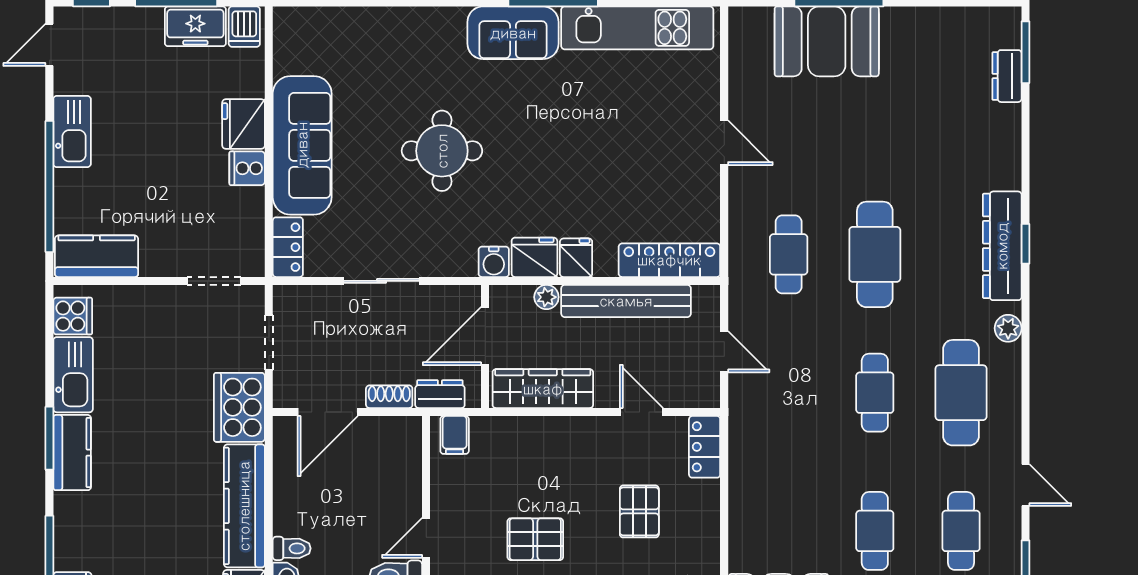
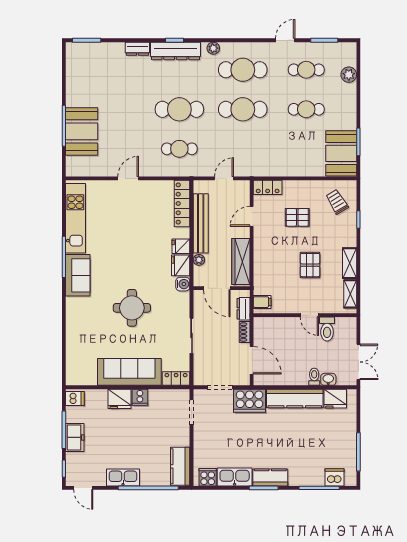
freezer: (195, 26) -> (75, 437), moved
dresser: (1007, 76) -> (137, 49), moved
cafe table: (875, 393) -> (243, 109), width x1.37, depth x1.35

